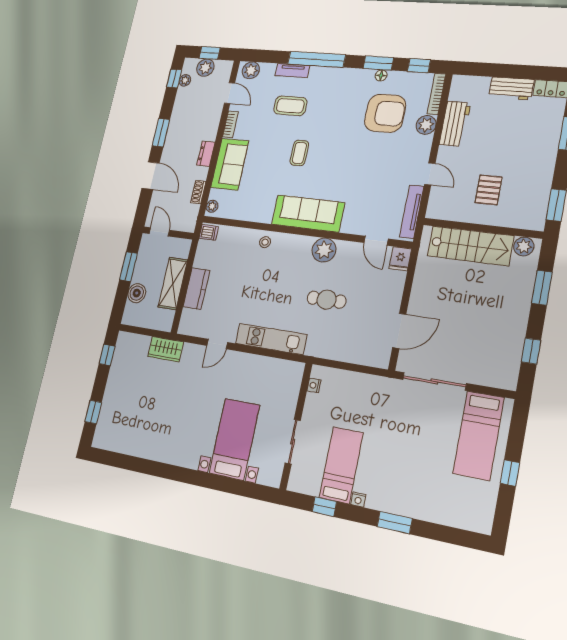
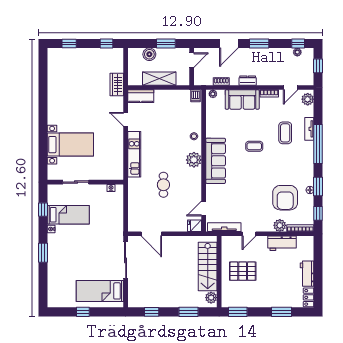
plant: (205, 68) -> (307, 65), removed
pallet: (489, 190) -> (243, 271), width x1.50, depth x1.42
plant: (324, 250) -> (194, 160), moved
kitchen counter: (196, 288) -> (141, 96), moved

